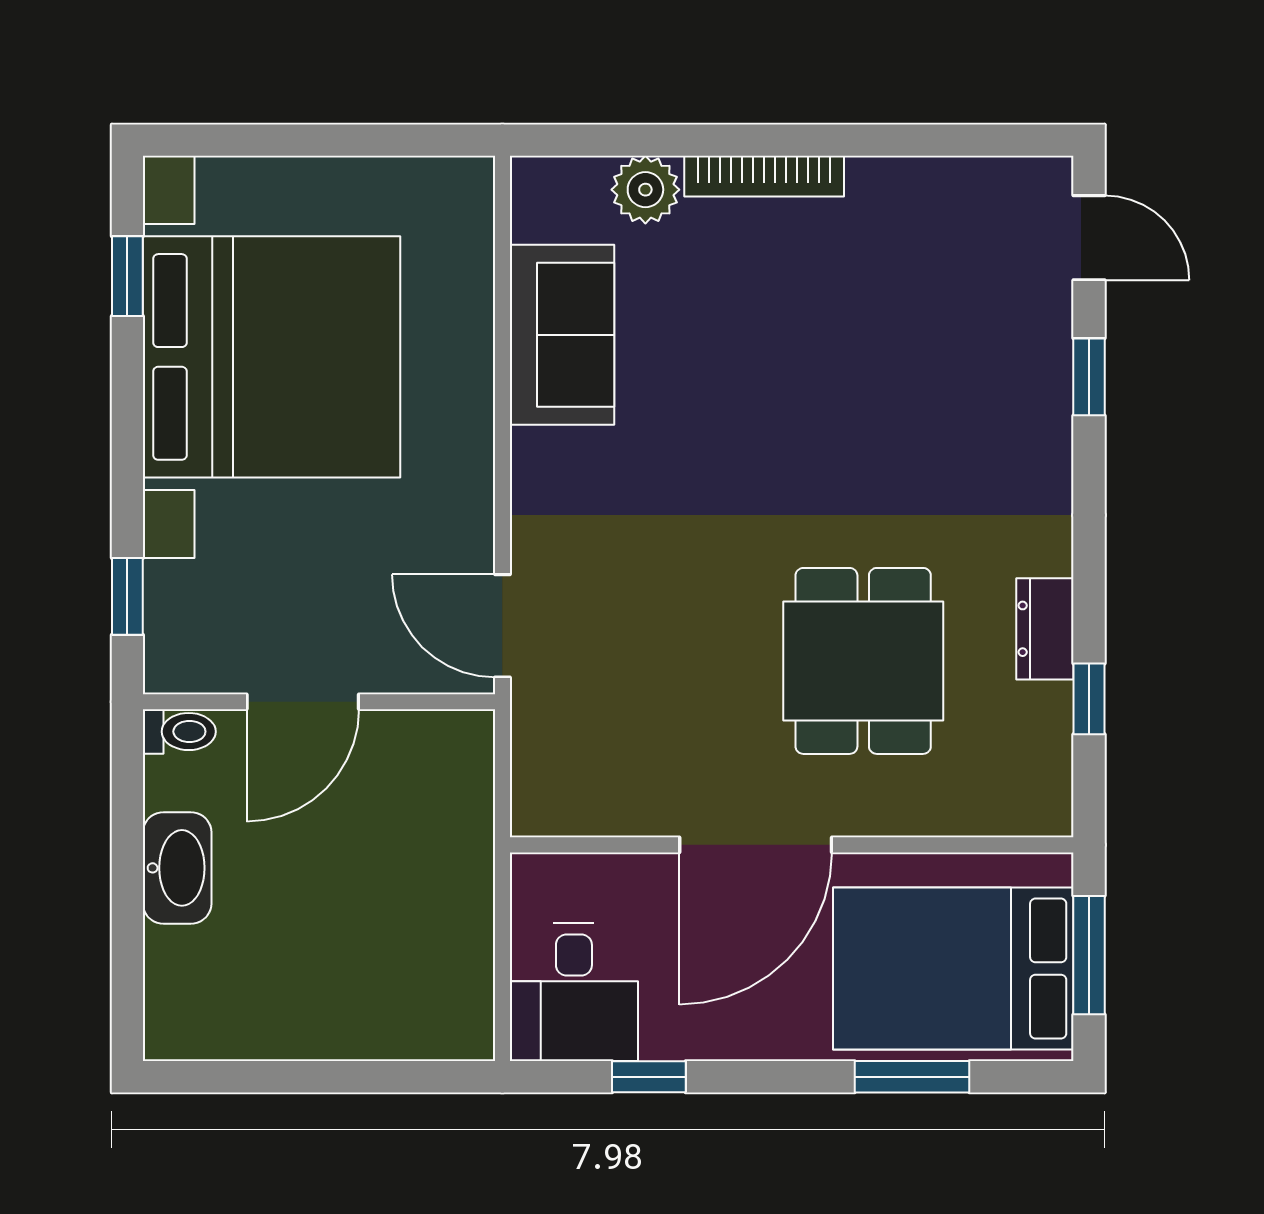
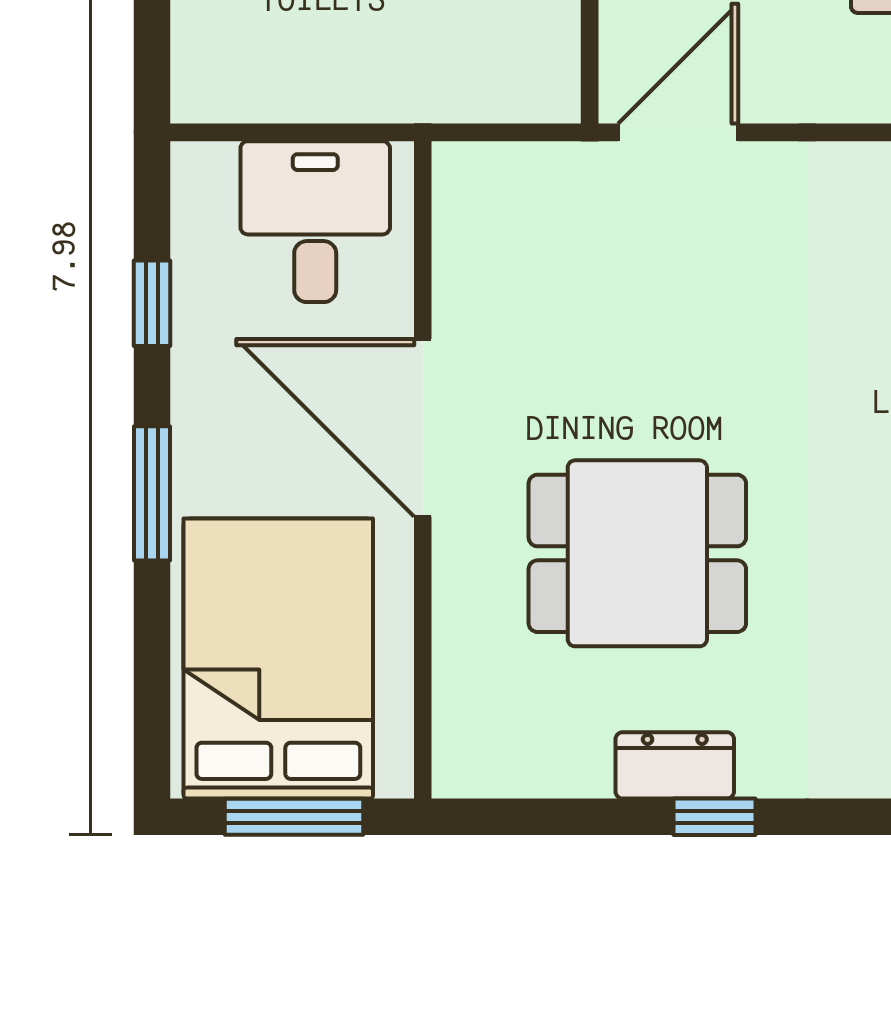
window: (1089, 699) -> (715, 817), moved
desk: (574, 992) -> (315, 222), moved, turned 90
window: (912, 1077) -> (152, 493), moved

